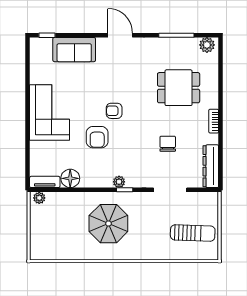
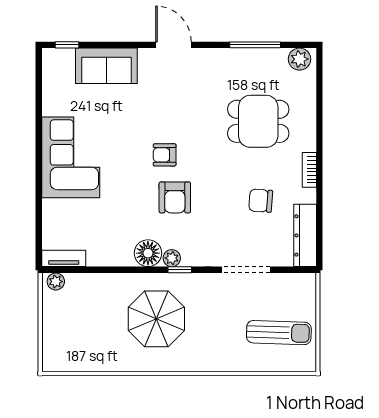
armchair: (97, 137) -> (175, 197), moved
chair: (168, 144) -> (261, 201), moved, turned -86
floor lamp: (70, 178) -> (148, 253), moved

